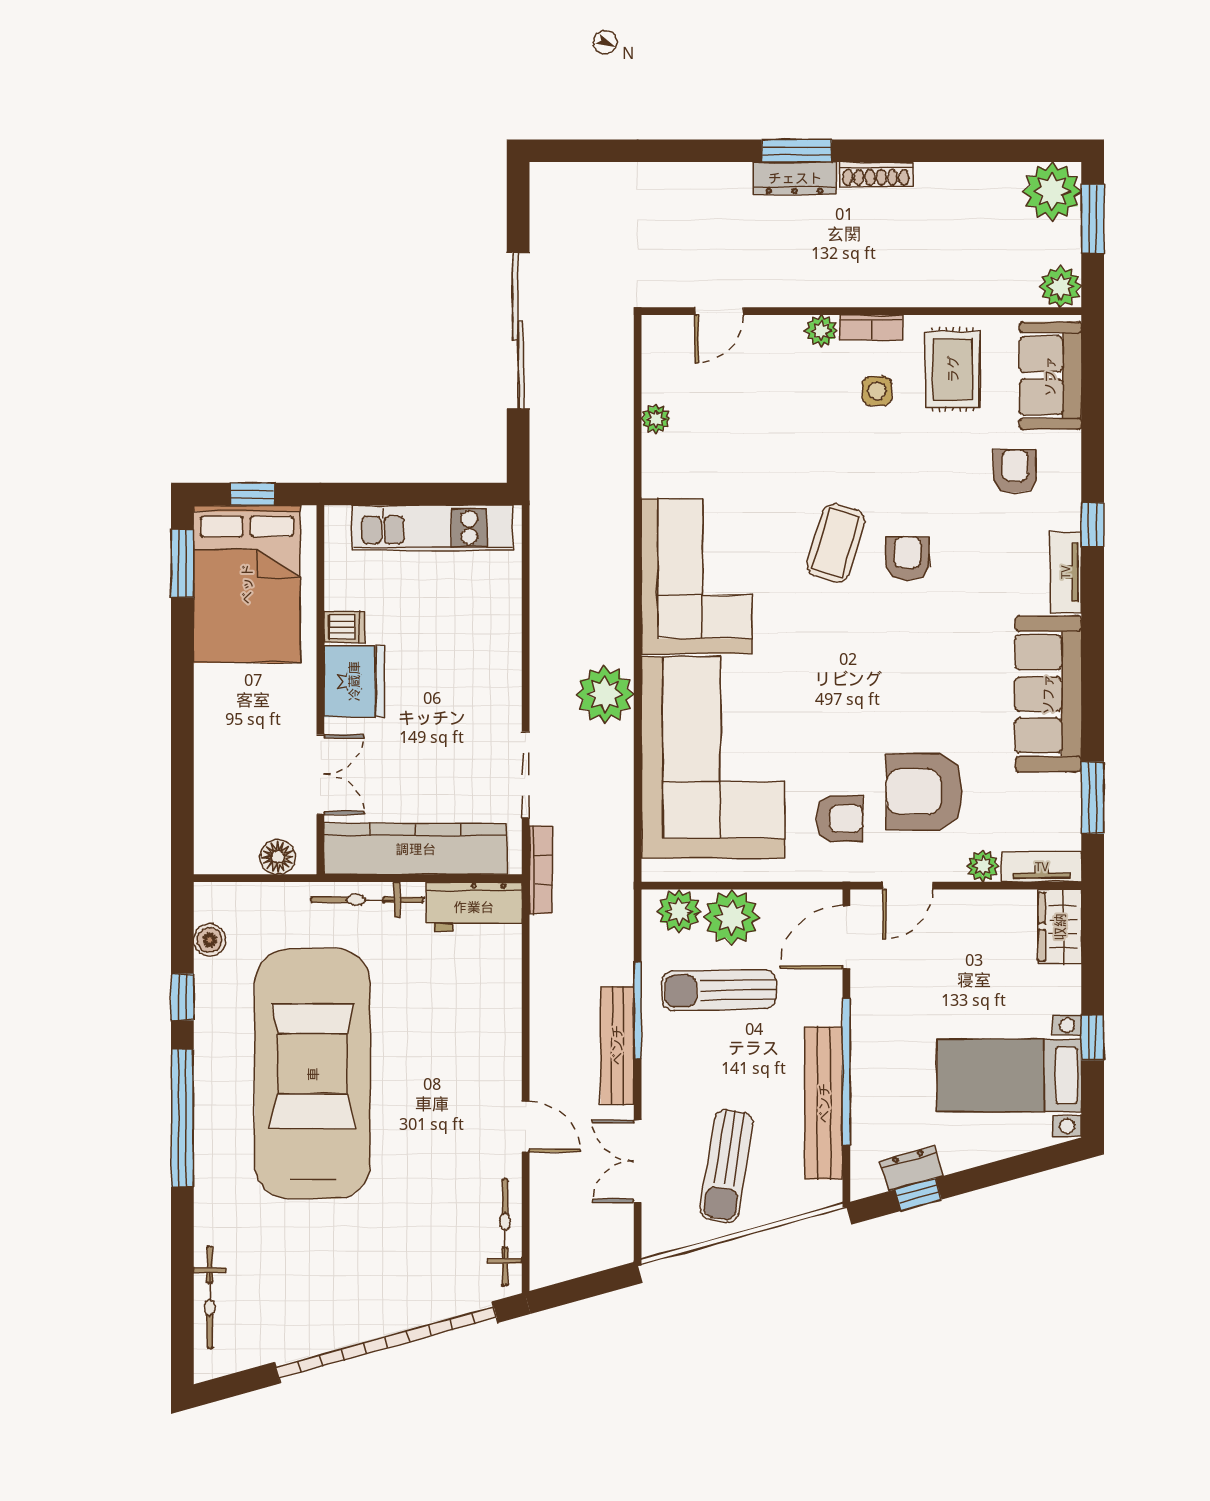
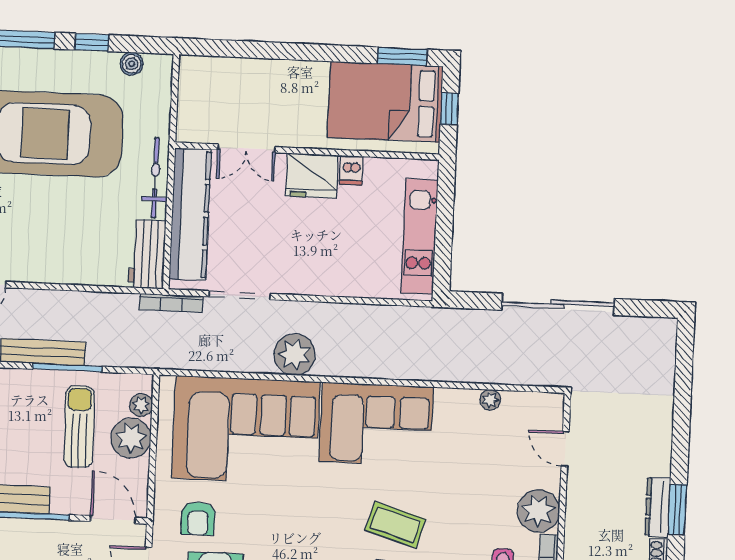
plant: (821, 331) -> (538, 511), width x1.88, depth x1.88
floor lamp: (278, 857) -> (189, 115), removed
plant: (679, 911) -> (141, 405), width x0.73, depth x0.73

